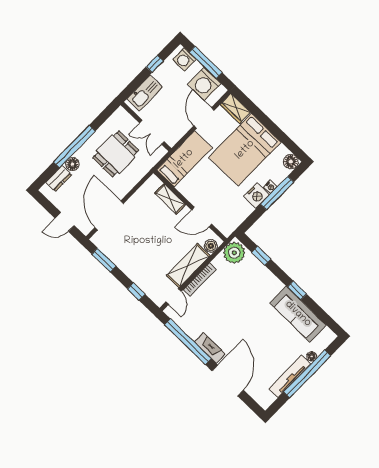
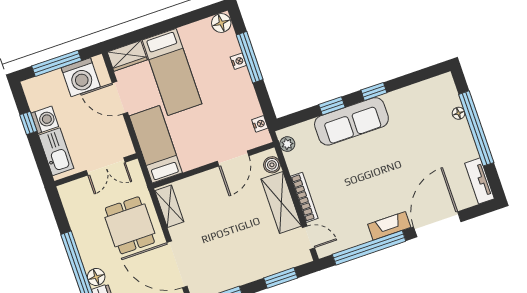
washing machine: (184, 60) -> (45, 120), moved, turned -90
bed: (245, 150) -> (172, 72), width x0.67
dining table: (116, 154) -> (130, 225), moved
nightstand: (256, 196) -> (260, 124), moved, width x0.53, depth x0.56
shelving: (170, 199) -> (169, 206), moved, turned 90
plant: (234, 253) -> (287, 144), width x0.53, depth x0.53
window: (261, 256) -> (332, 106), moved
window: (136, 291) -> (281, 278), width x1.50
sofa: (298, 314) -> (351, 121), moved
tv unit: (290, 376) -> (479, 181), moved, width x0.71
door: (228, 380) -> (437, 224), hinge flipped

